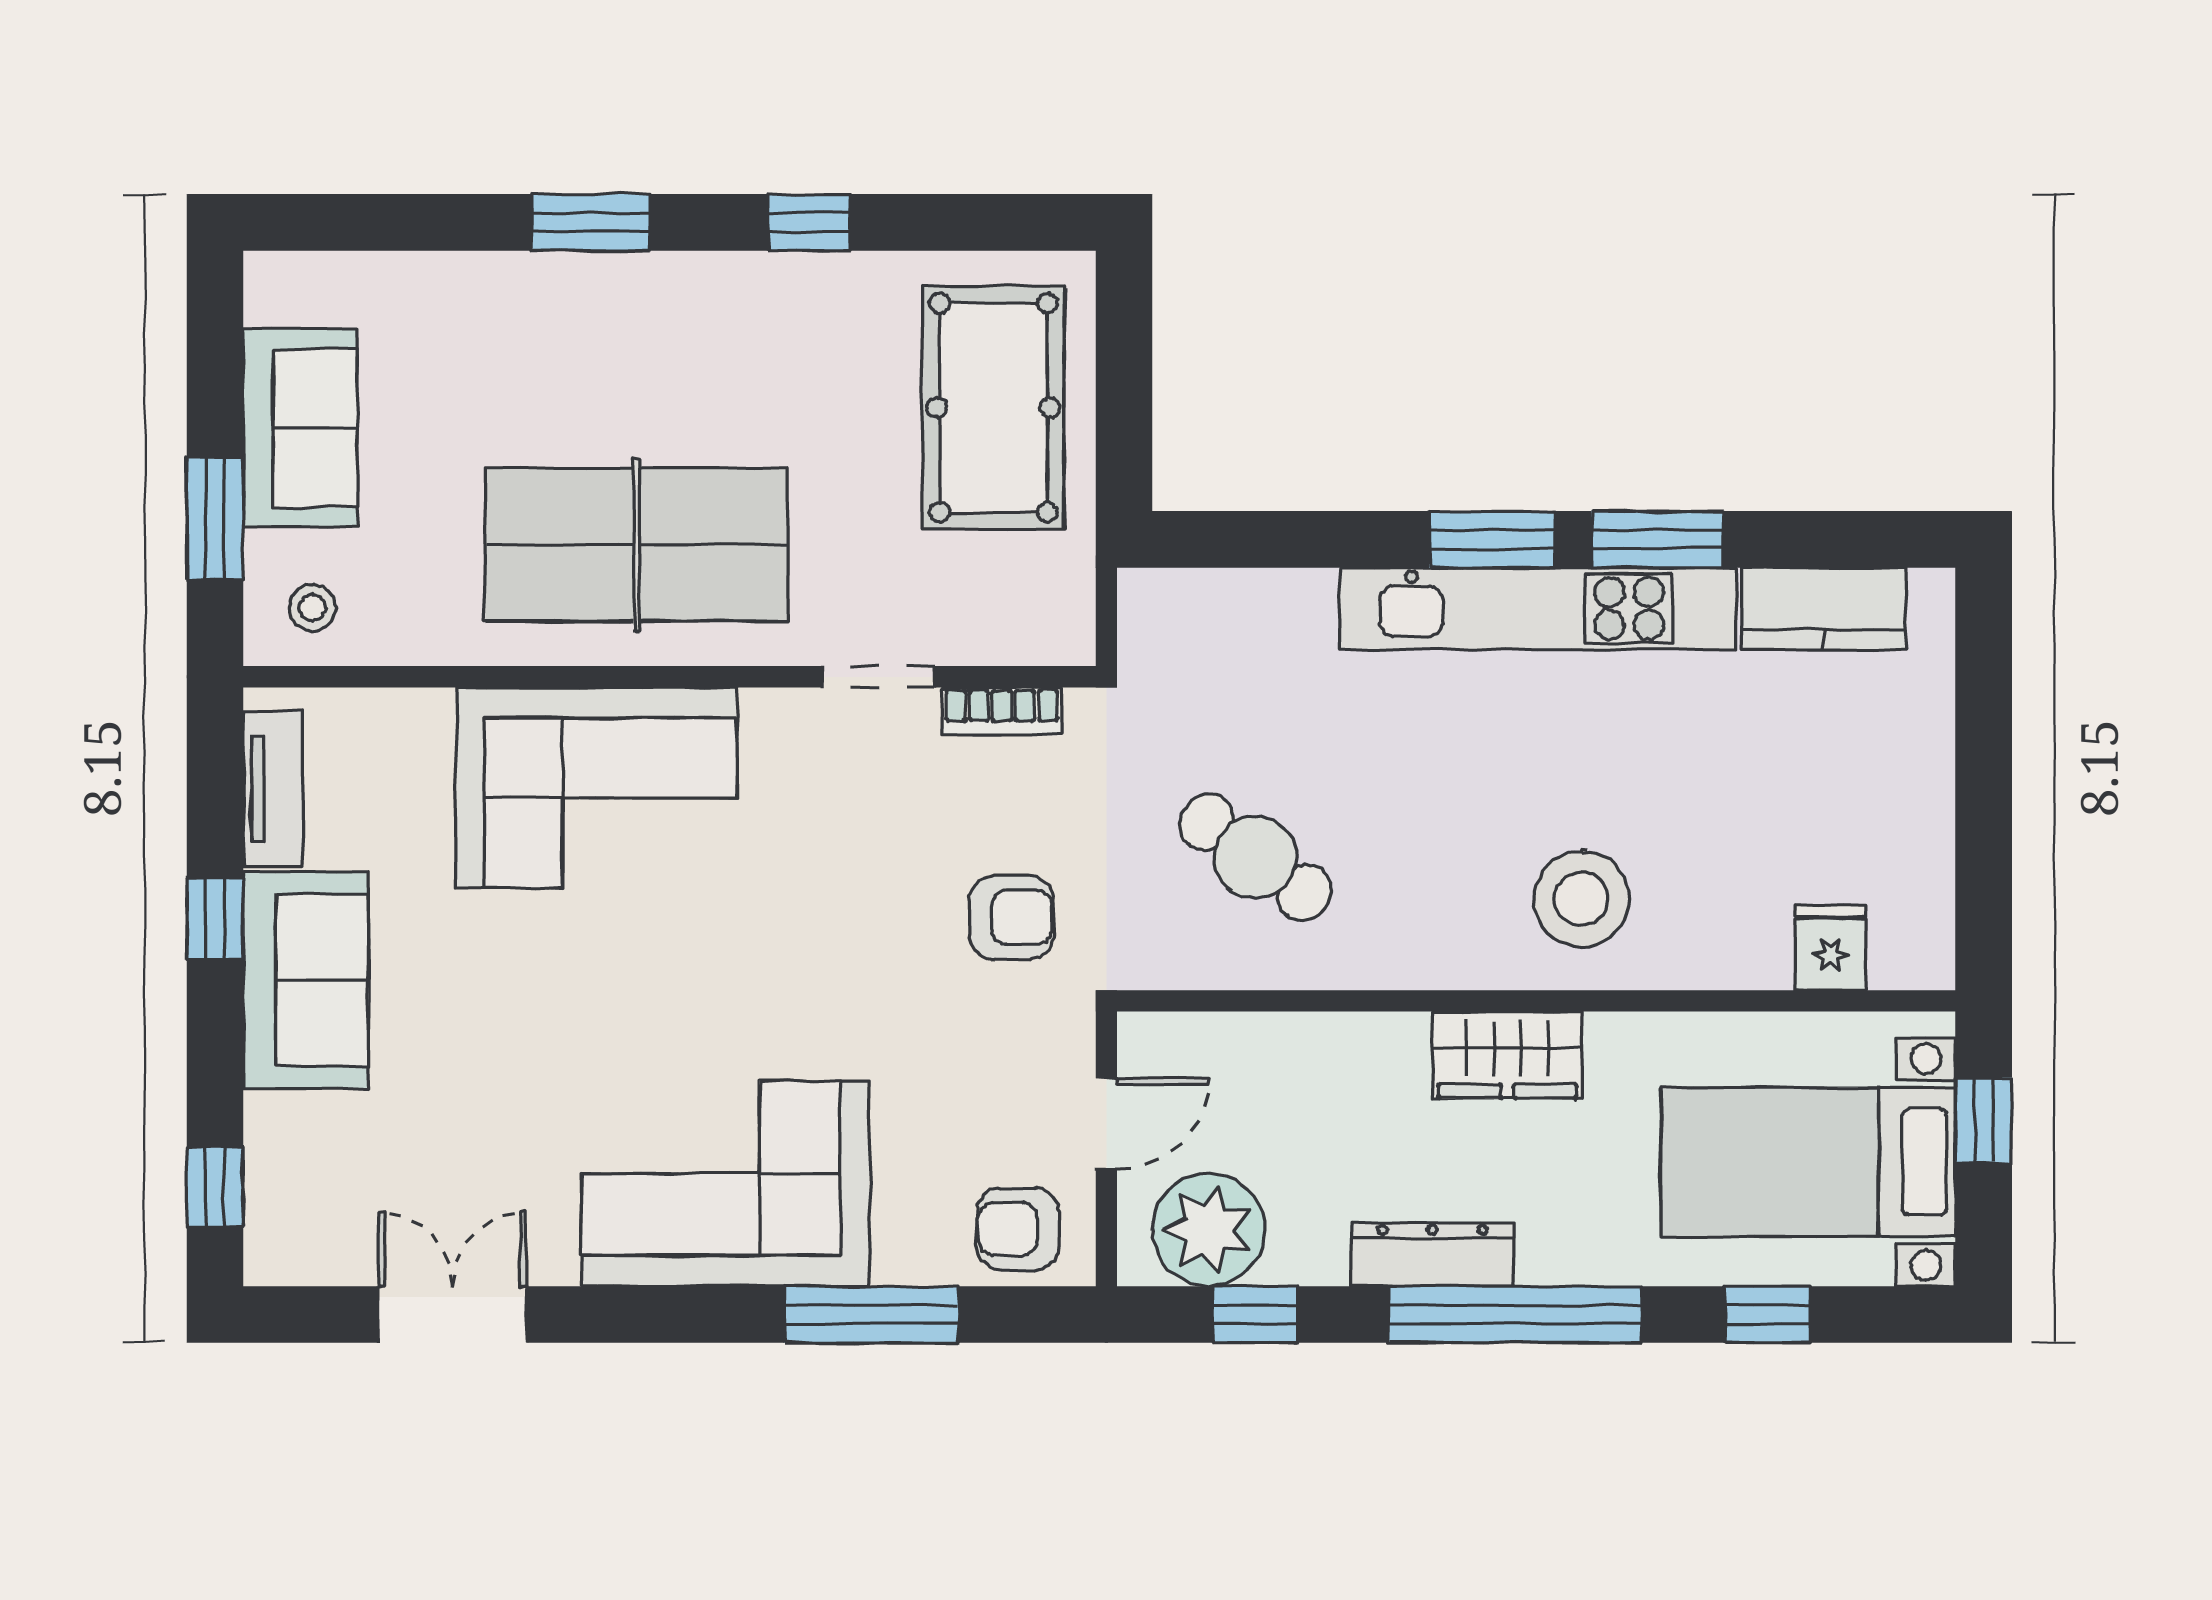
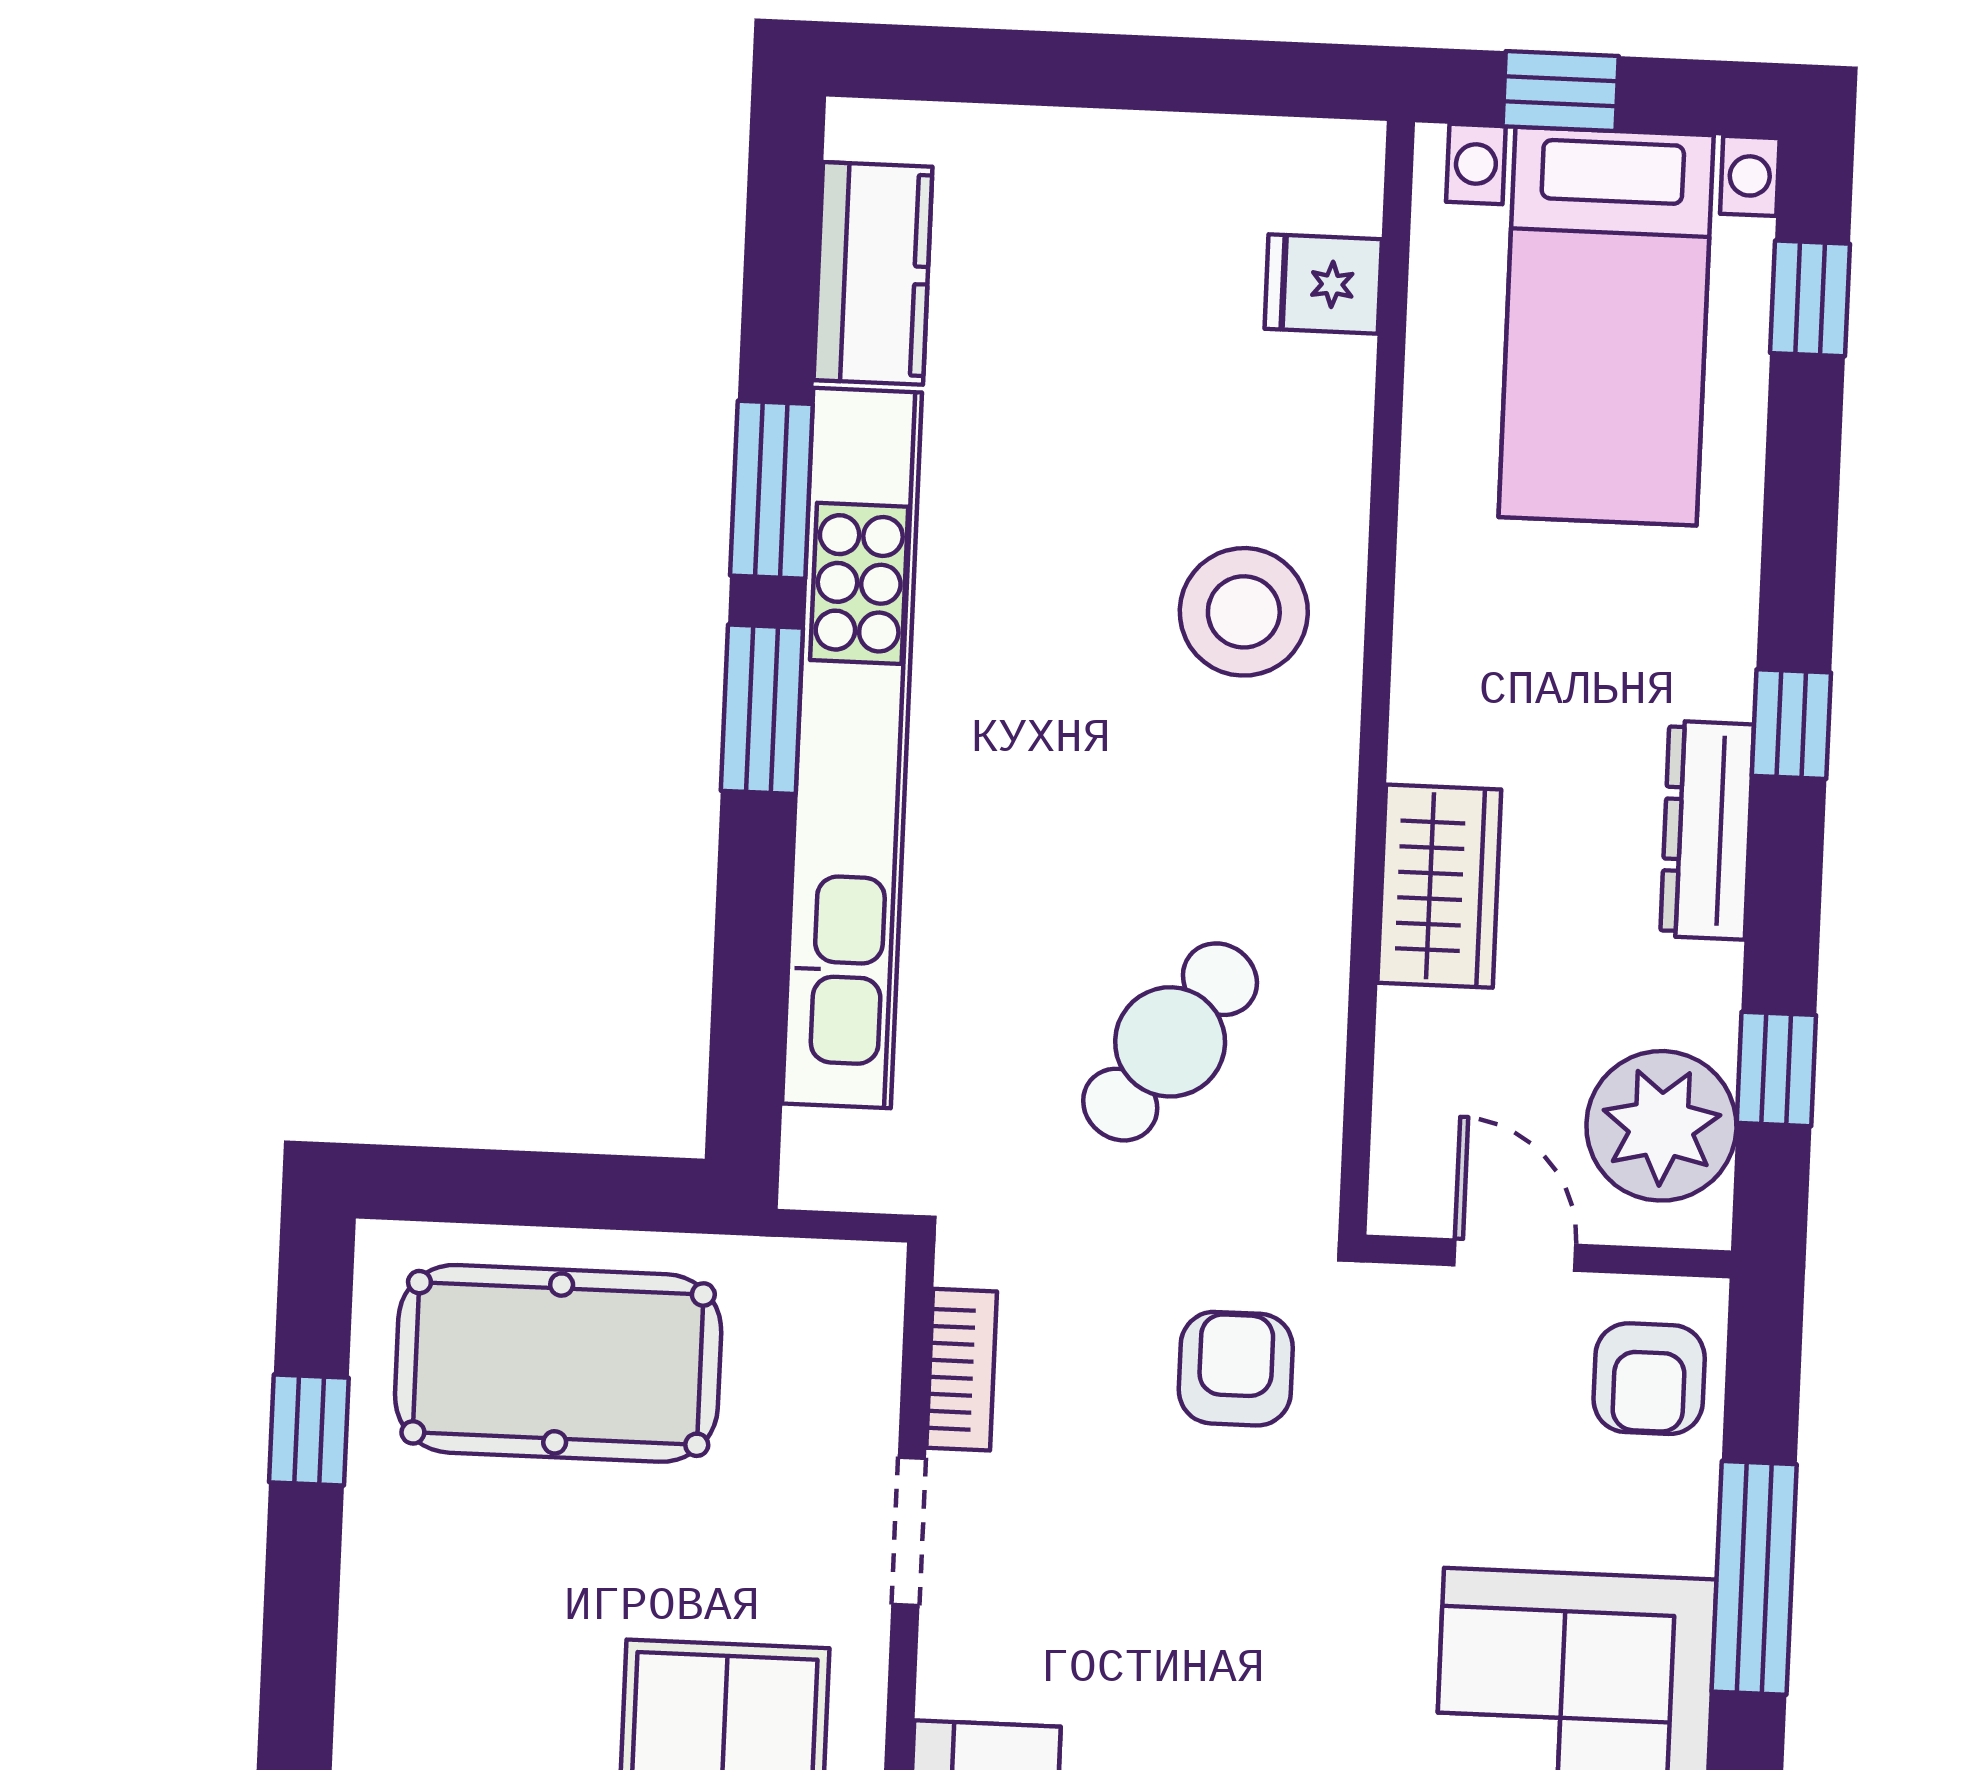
window: (809, 222) -> (309, 1430), moved
kitchen unit: (1538, 608) -> (852, 748), width x1.36
wardrobe: (1507, 1055) -> (1439, 886), moved
window: (1515, 1314) -> (1791, 724), width x0.32
window: (1768, 1314) -> (1810, 298), moved

